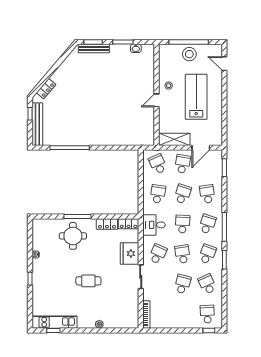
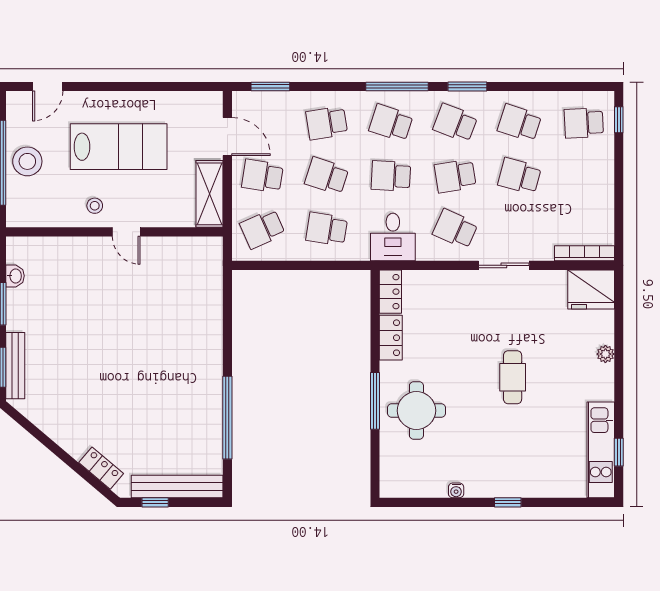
lab bench: (196, 97) -> (119, 147), turned 180
fridge: (129, 253) -> (591, 290), moved
school desk: (207, 284) -> (519, 123), turned 42

